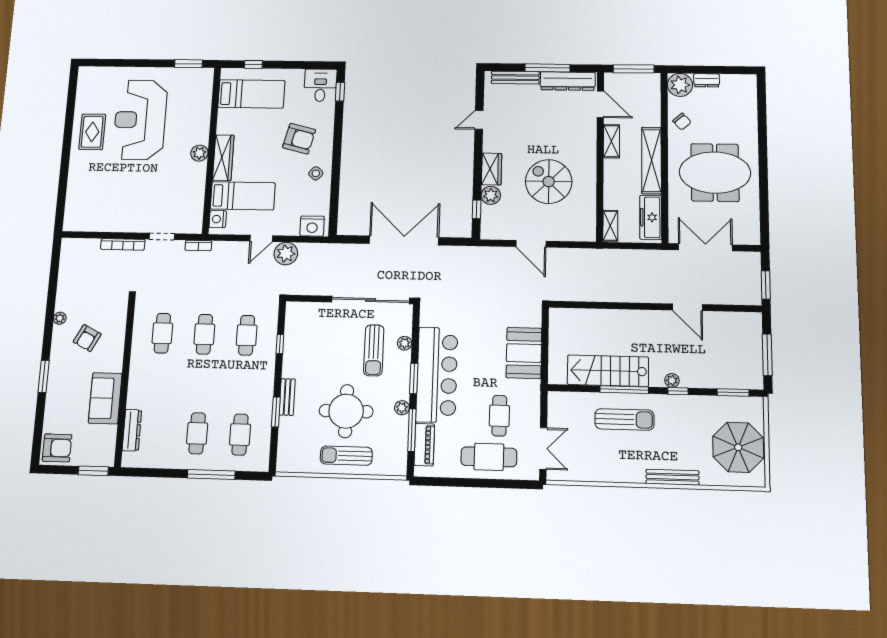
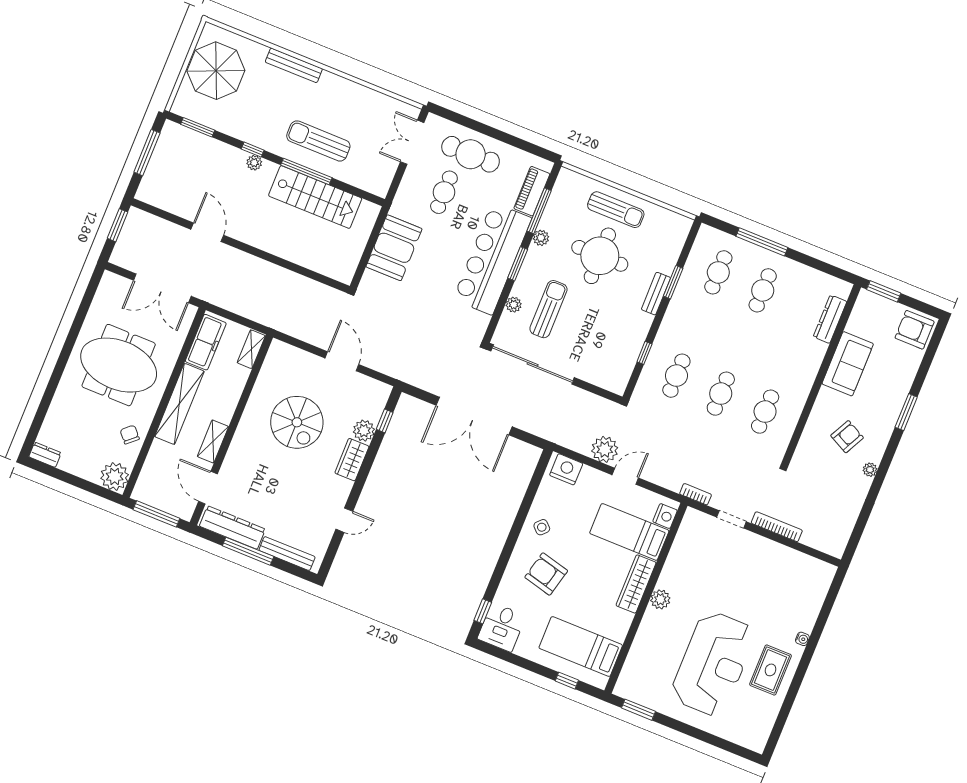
dresser: (707, 80) -> (45, 455), moved
water cooler: (74, 165) -> (802, 639), added

